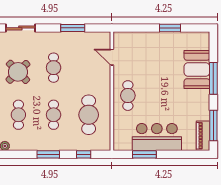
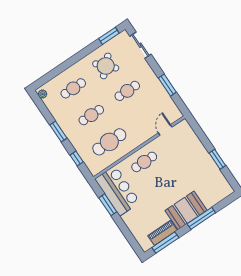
booth: (197, 69) -> (186, 210), moved
piano: (203, 136) -> (162, 233), moved
bar counter: (157, 137) -> (117, 191), moved

